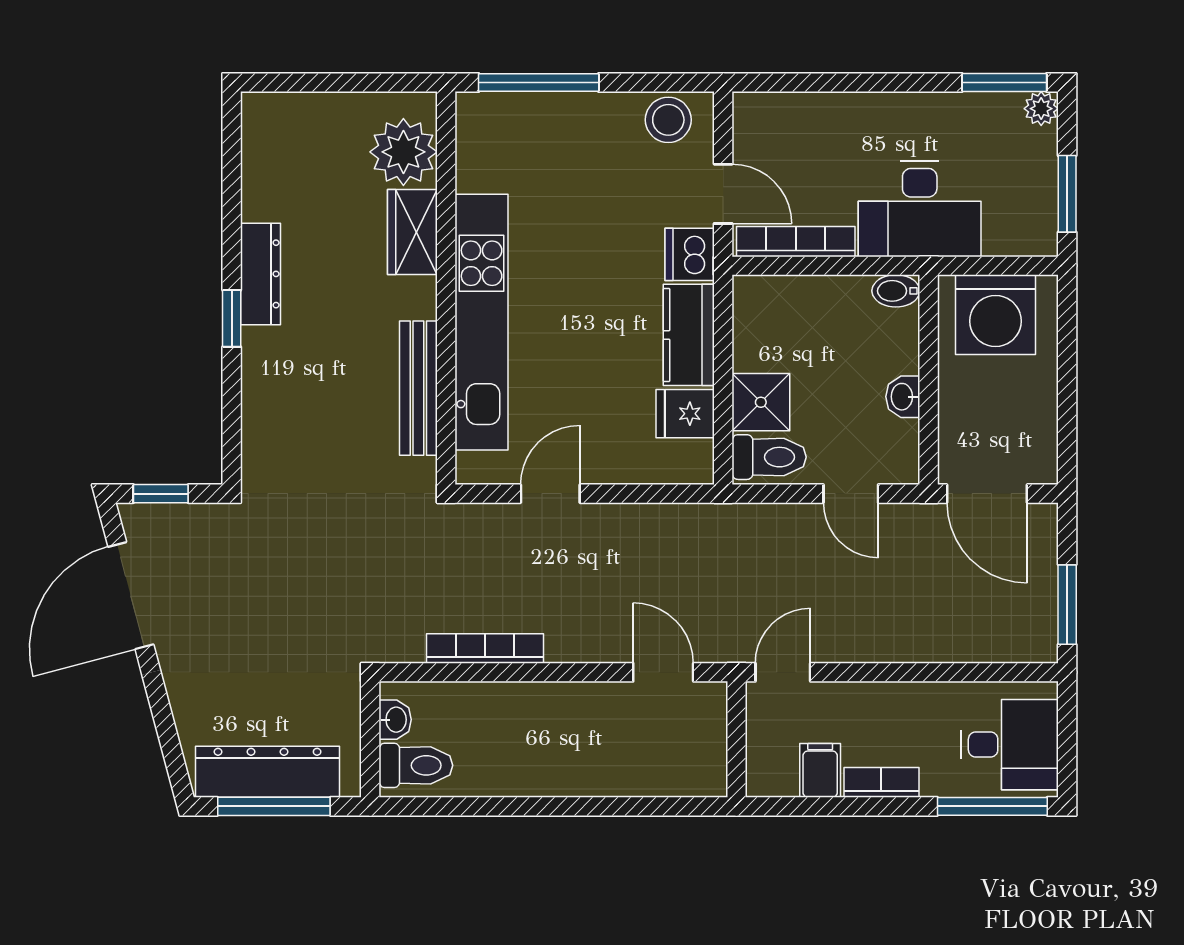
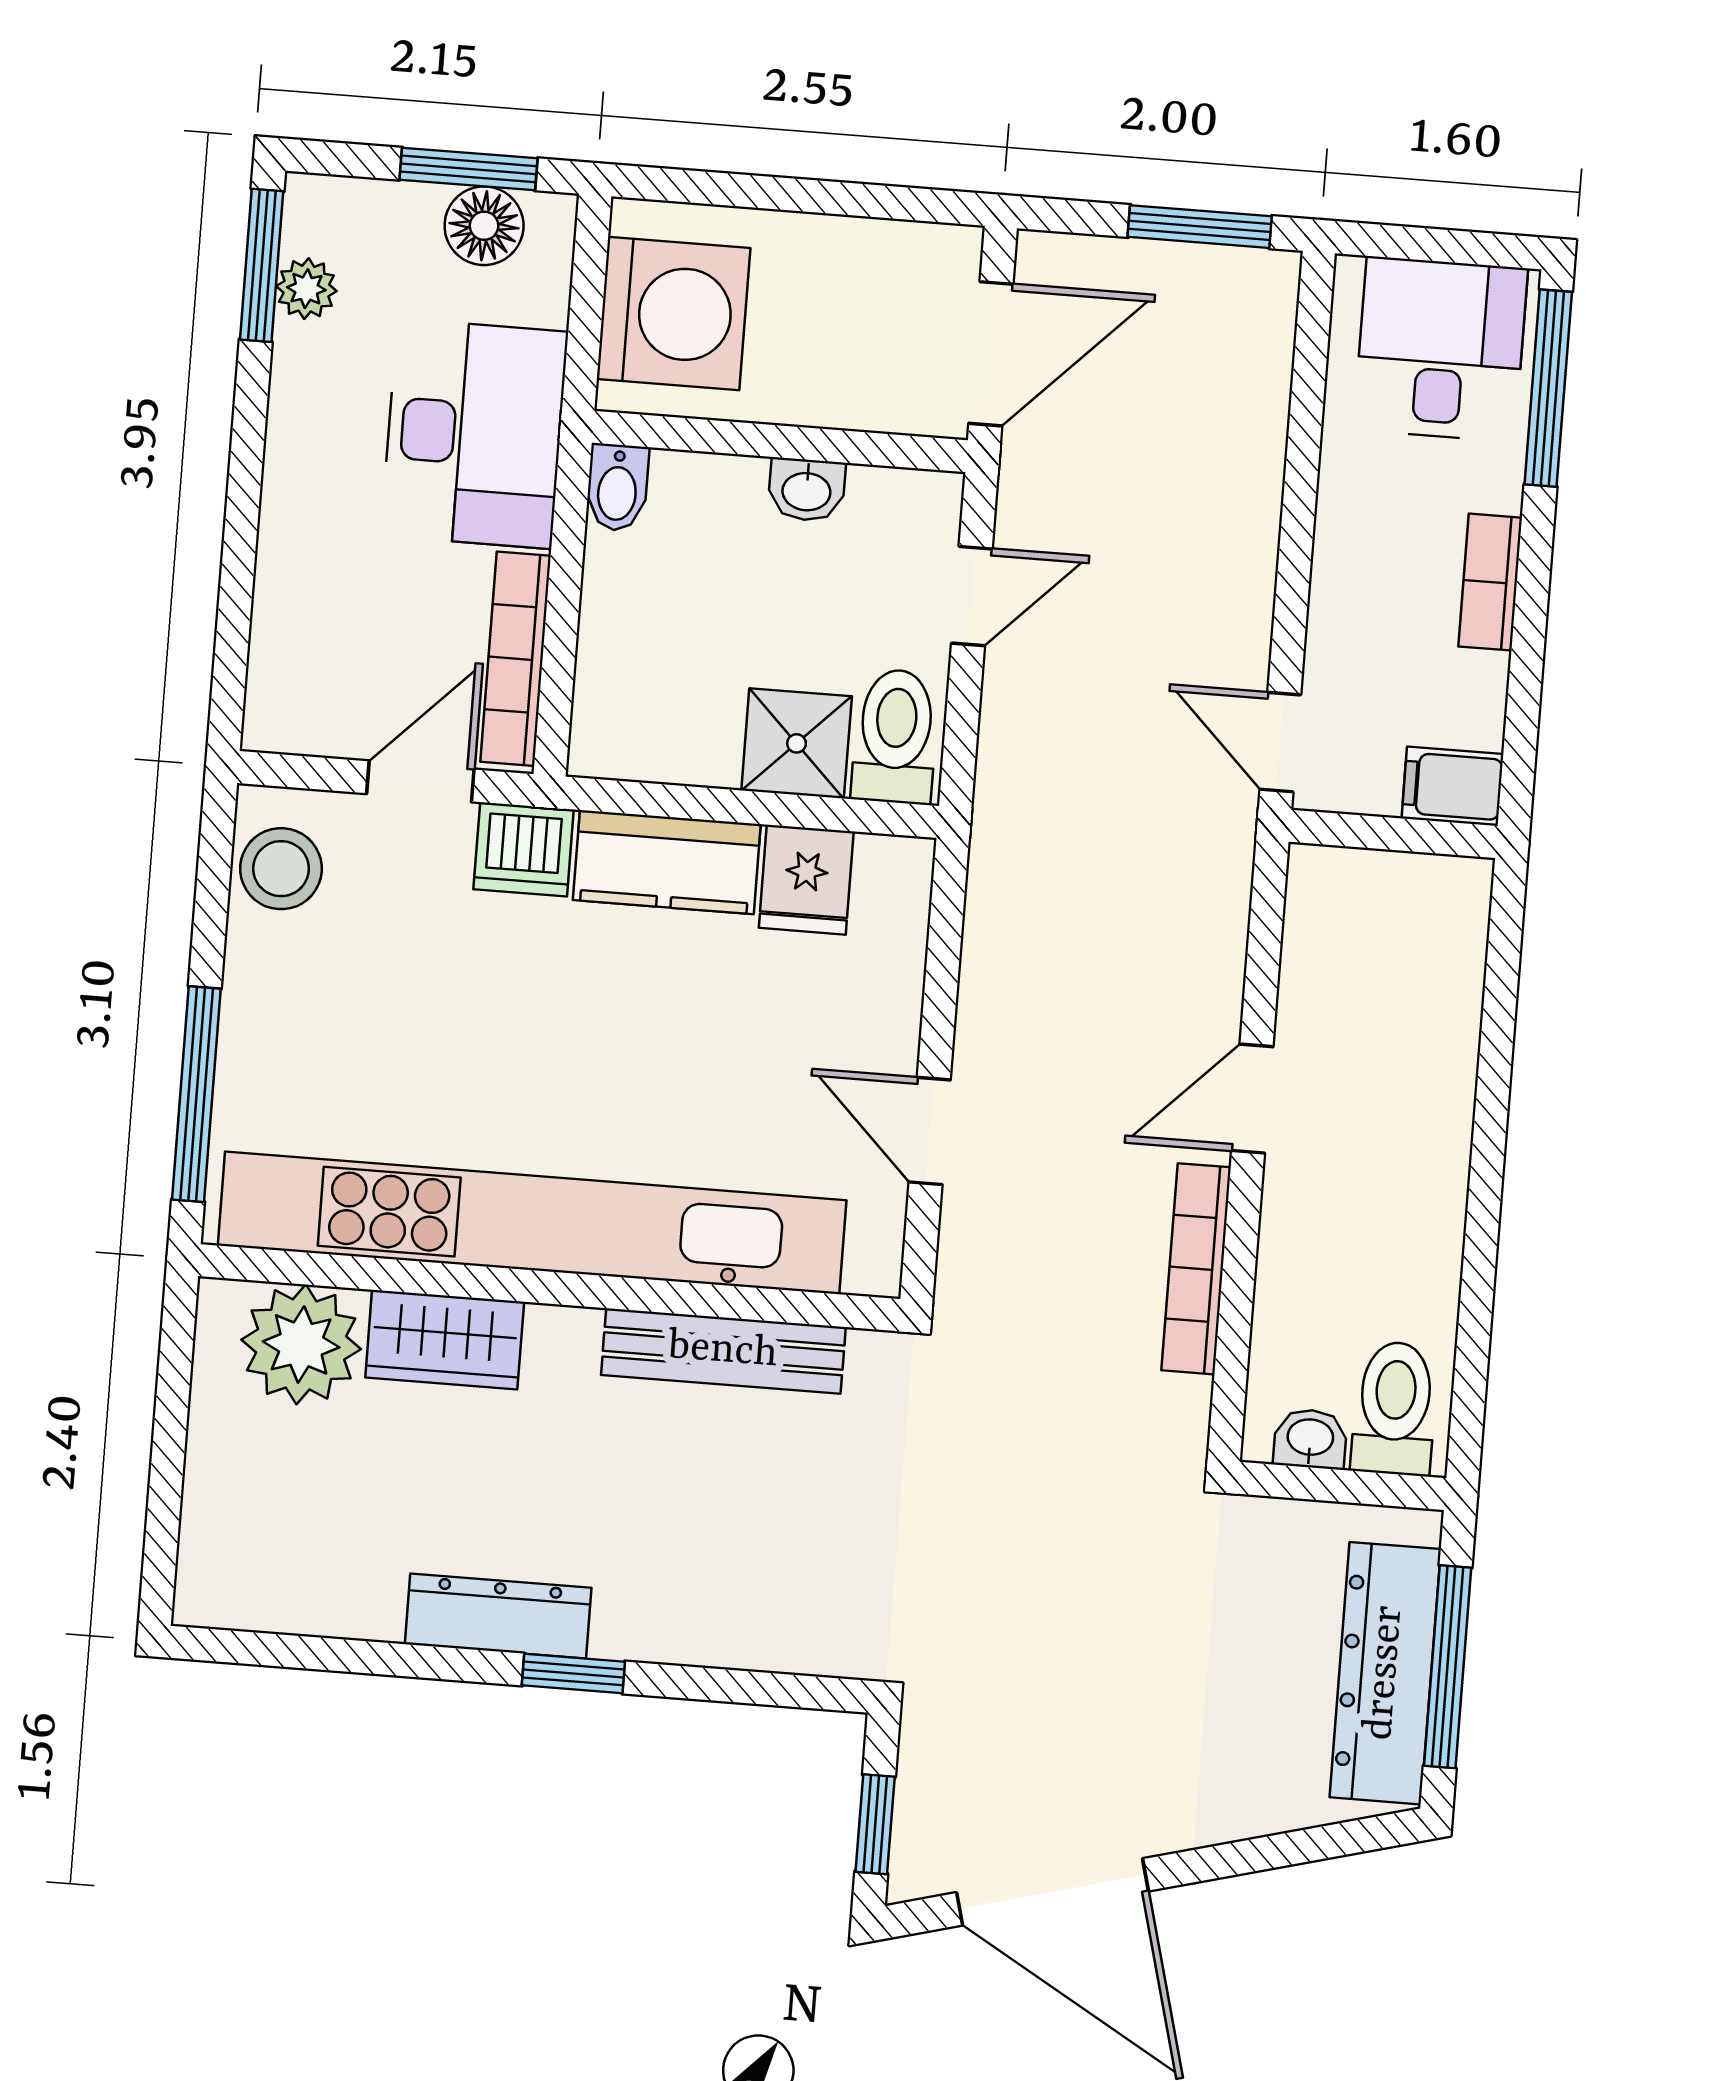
plant: (1041, 109) -> (306, 289), moved
floor lamp: (1036, 205) -> (484, 226), added
kitchen unit: (482, 322) -> (532, 1223), width x1.36
door: (663, 672) -> (1252, 1099), moved
filing cabinet: (820, 770) -> (1452, 786), moved

